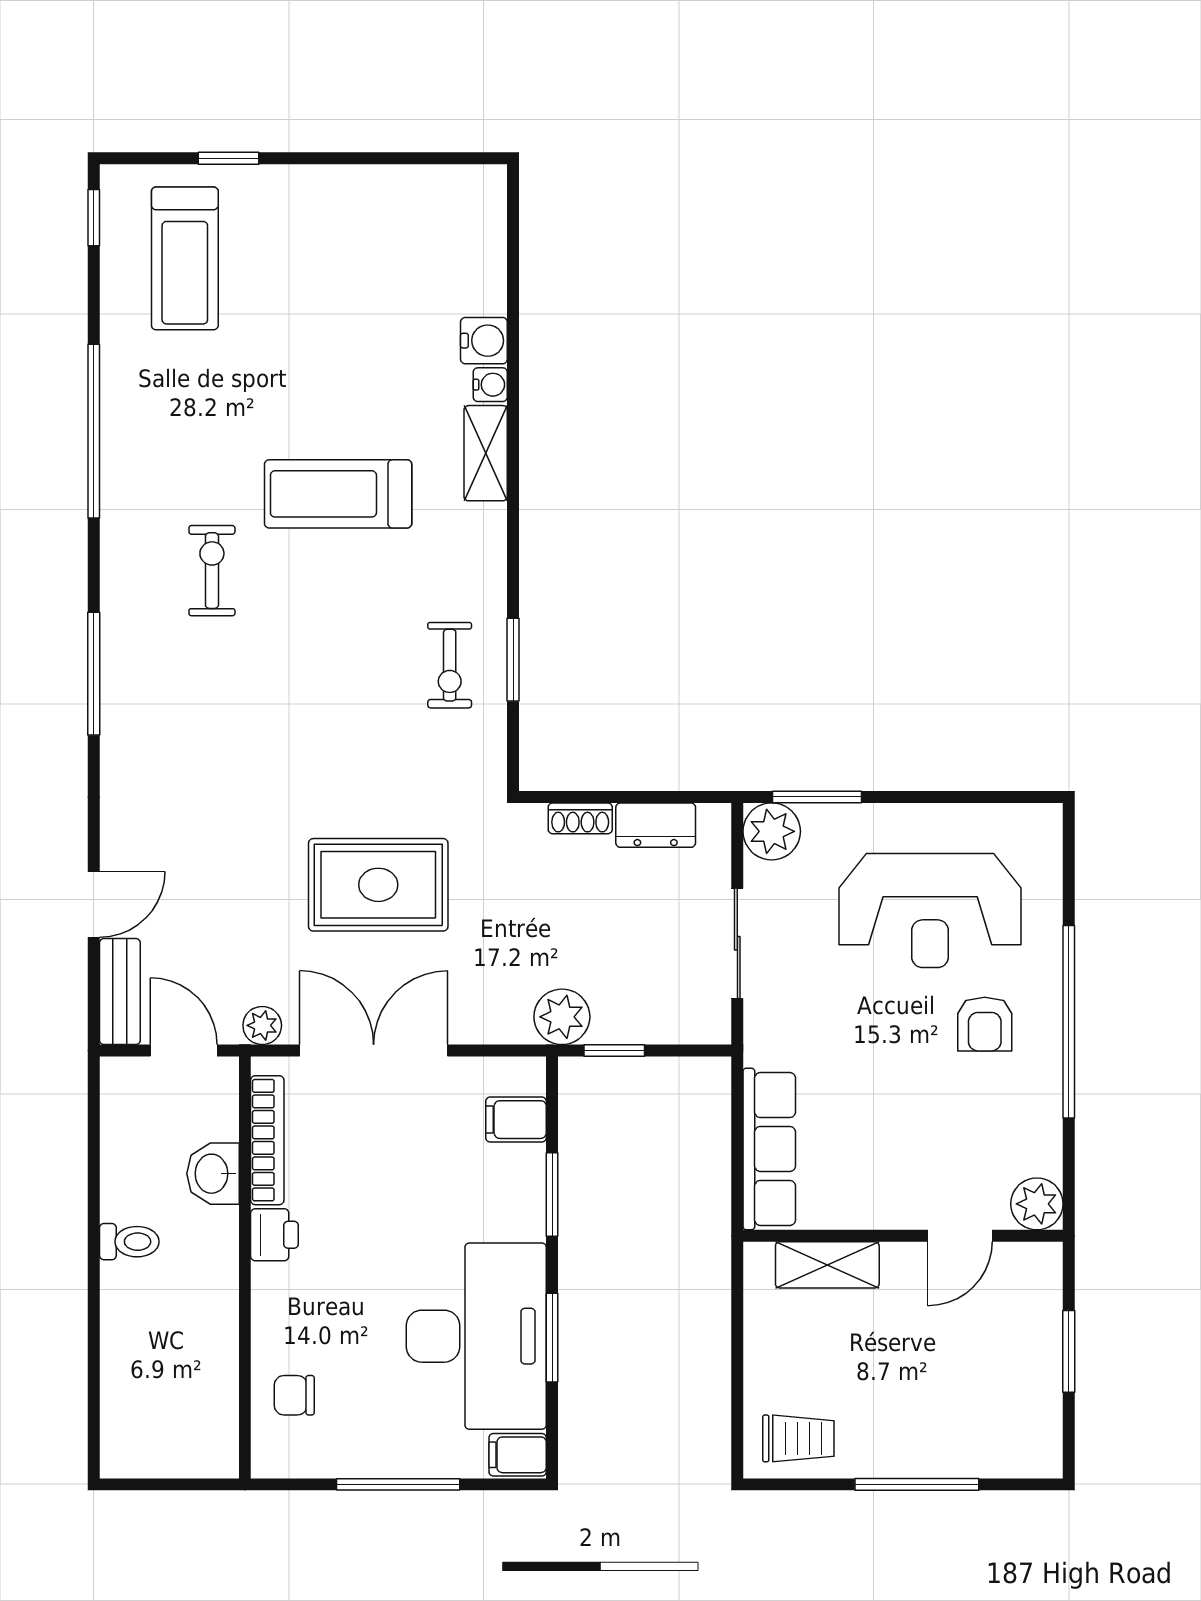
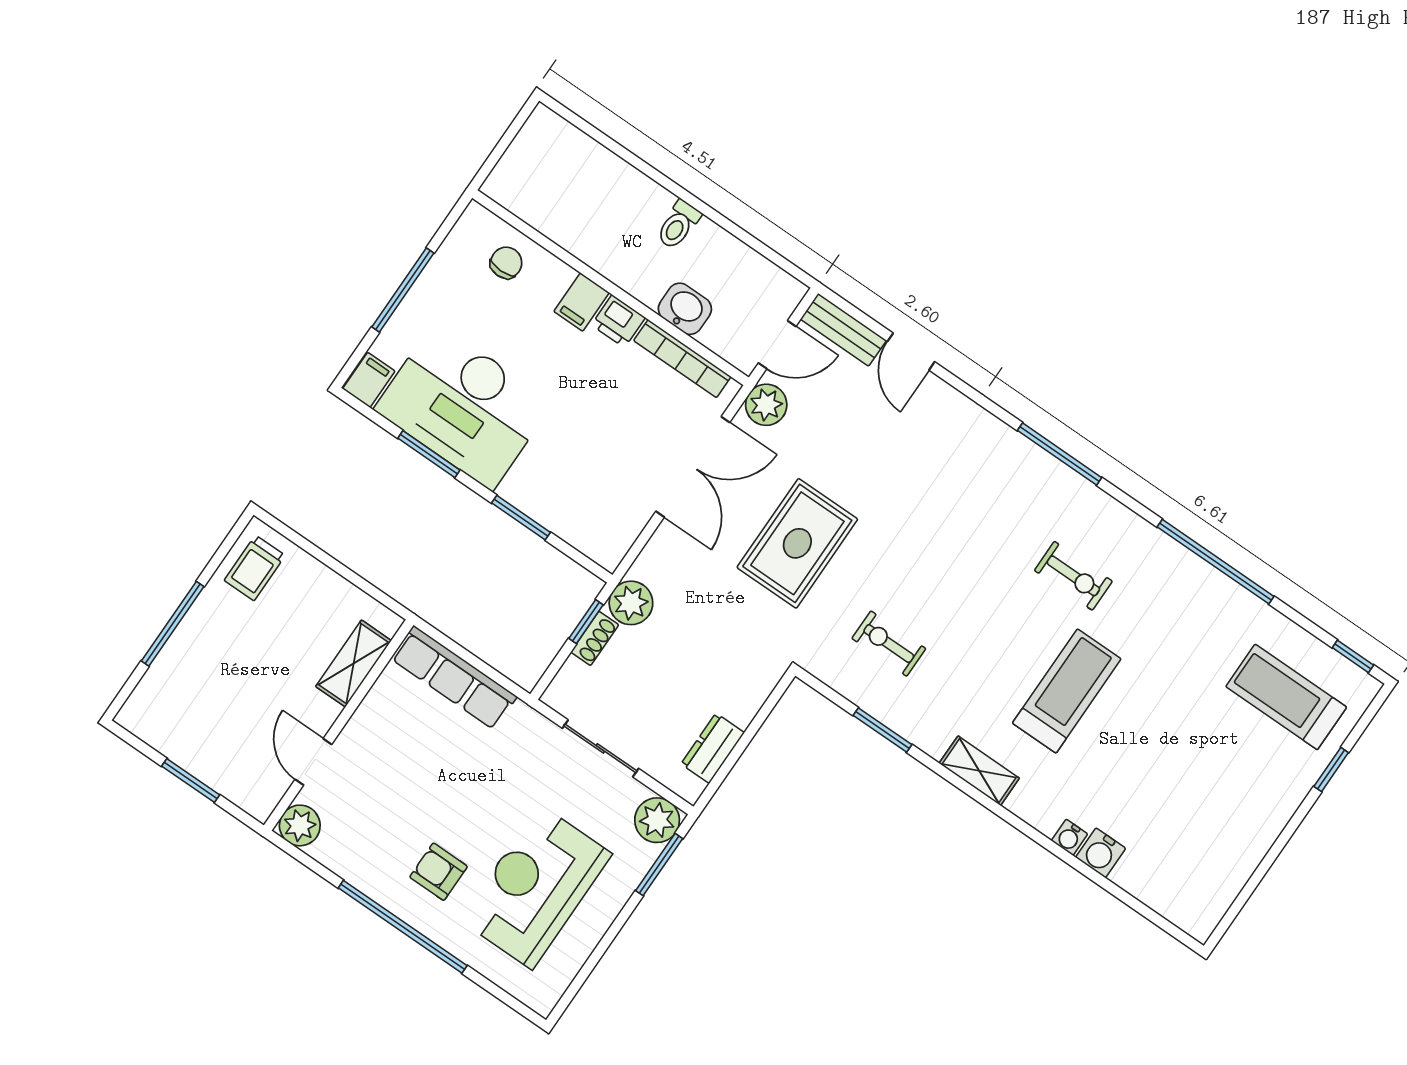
shelving: (486, 453) -> (979, 771), moved
exercise bike: (450, 665) -> (889, 644), moved
shoe rack: (580, 818) -> (595, 638), moved, turned 180
plant: (262, 1025) -> (766, 405), width x1.38, depth x1.38
filing cabinet: (516, 1120) -> (582, 302), moved, turned 180

